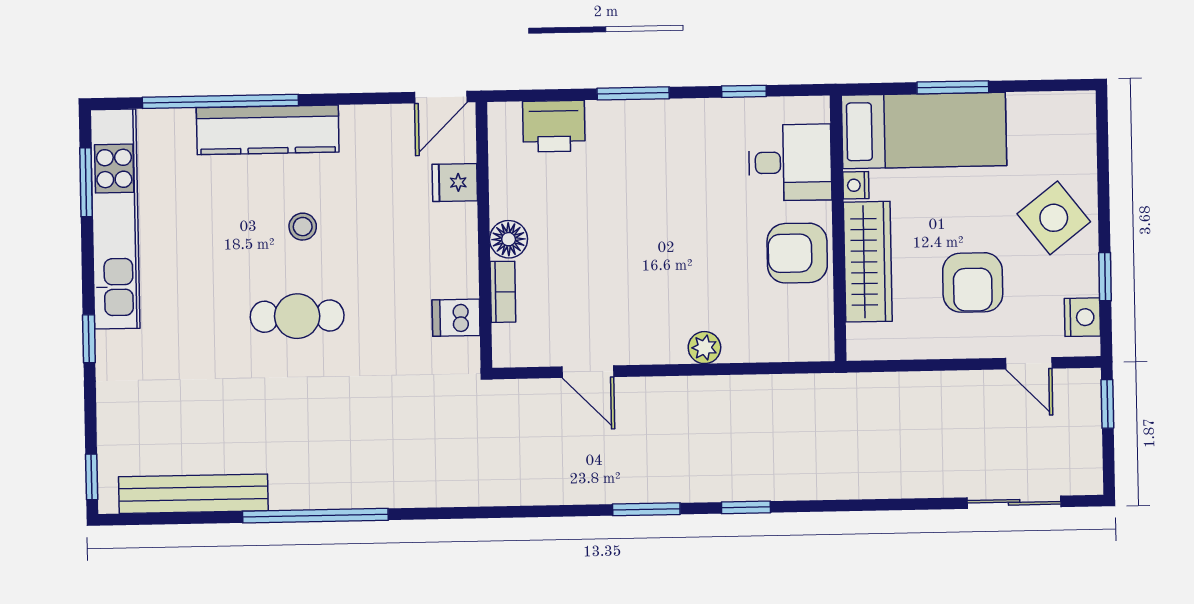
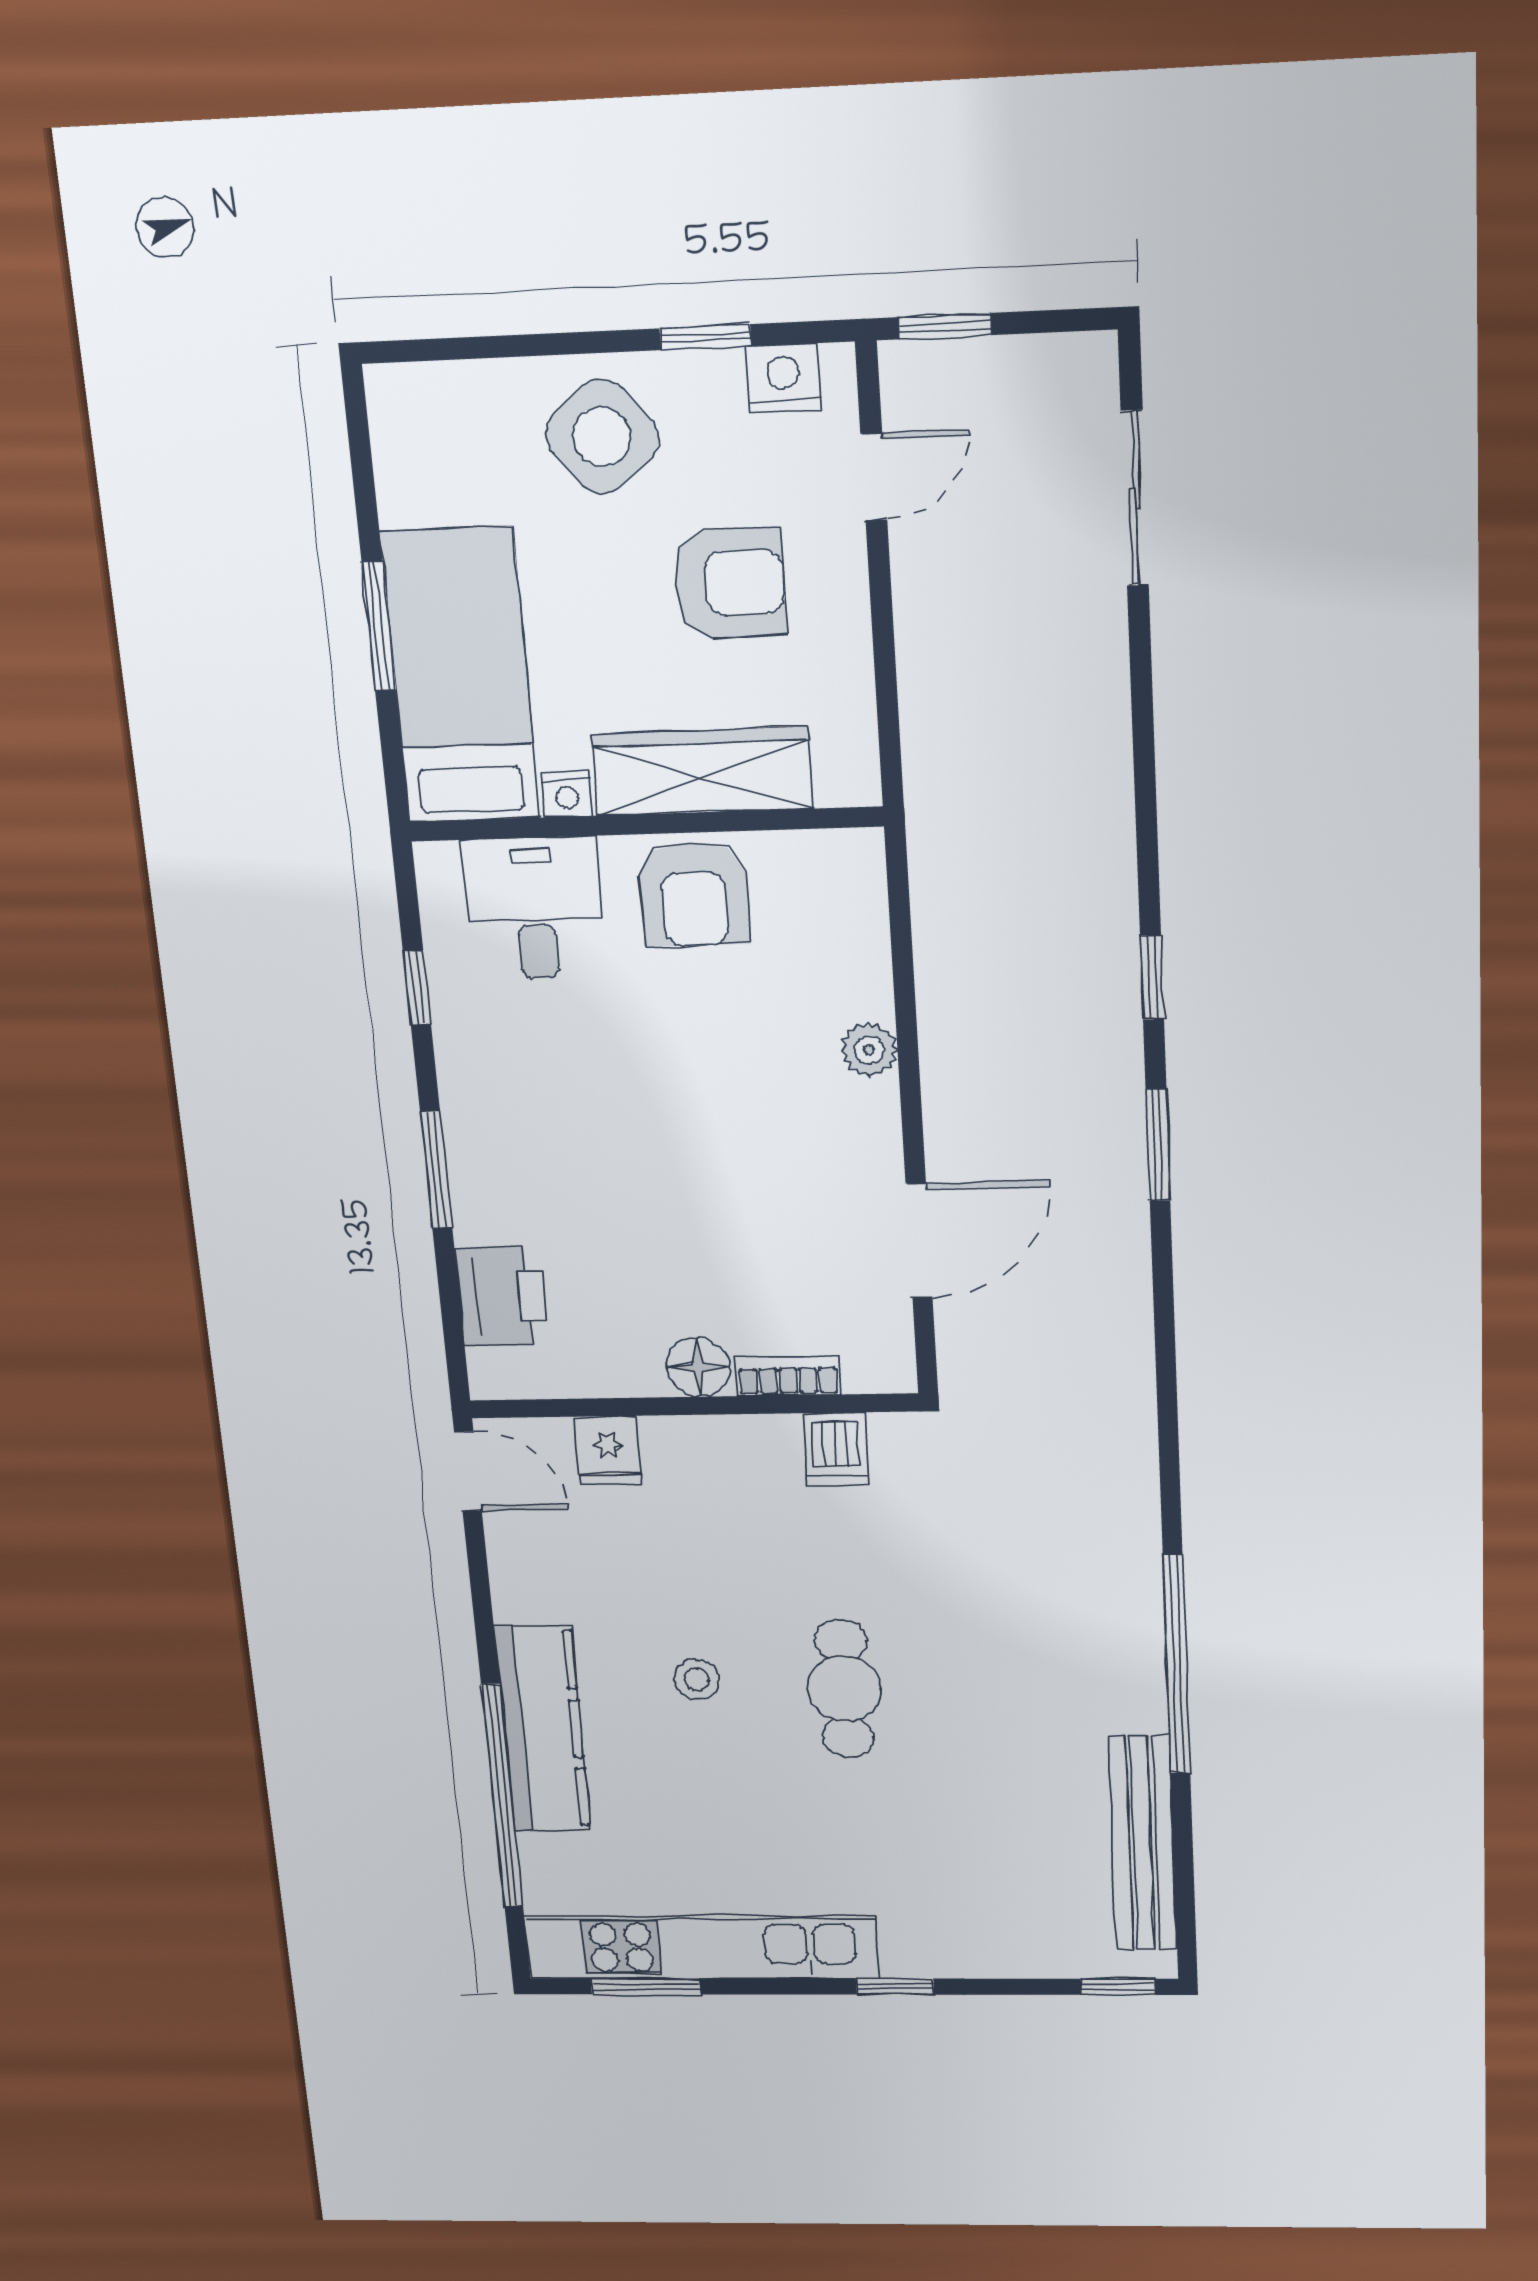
door: (588, 372) -> (919, 1241), width x1.37

